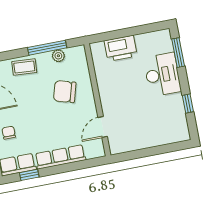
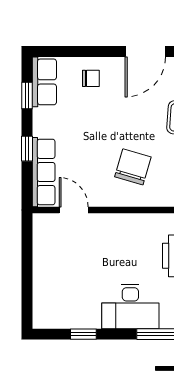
row of seats: (60, 157) -> (44, 172), moved
window: (66, 168) -> (27, 149), added

